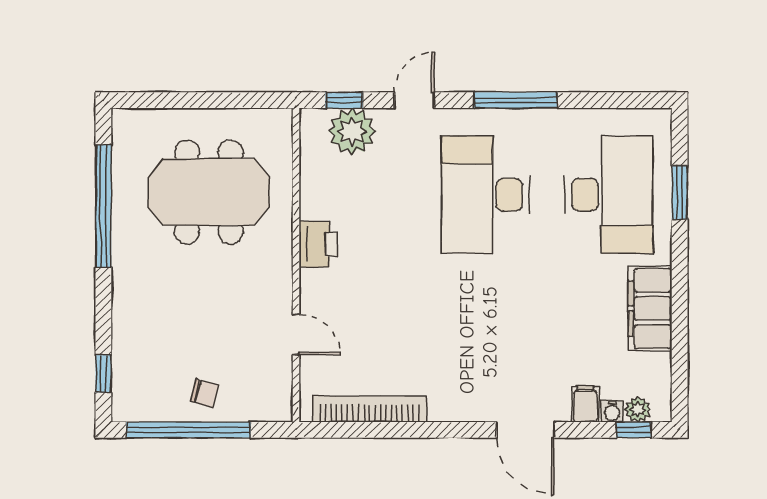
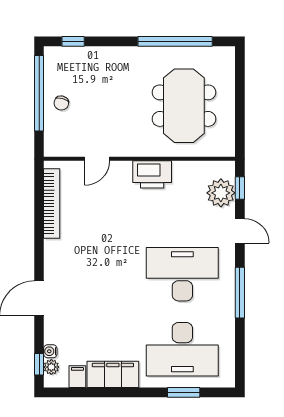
printer: (318, 244) -> (152, 174), width x1.37, depth x1.19
filing cabinet: (585, 404) -> (77, 377), moved, turned -90

